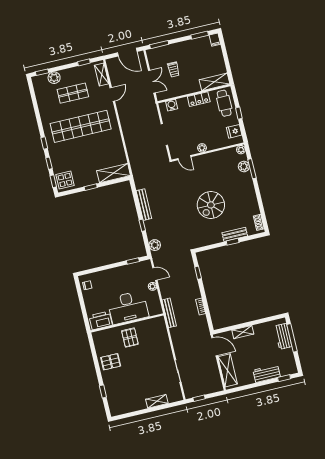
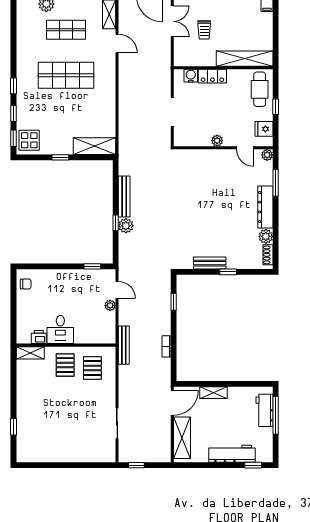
double door: (152, 82) -> (172, 21), moved
shelving: (215, 82) -> (245, 59), width x1.47
door: (112, 94) -> (117, 43), hinge flipped
locker: (199, 99) -> (212, 76), moved
shop shelf: (81, 126) -> (66, 75), width x0.71
door: (184, 158) -> (245, 148), moved
plant: (244, 167) -> (266, 236), moved
dresser: (249, 188) -> (265, 207), added
spiral stairs: (211, 205) -> (211, 218), removed
bench: (235, 234) -> (210, 263), moved
plant: (155, 245) -> (126, 226), moved
desk: (128, 307) -> (60, 330), width x0.53, depth x0.77
printer: (101, 320) -> (39, 337), width x0.53, depth x0.68
door: (214, 347) -> (172, 403), hinge flipped
pallet: (111, 362) -> (92, 368), moved, turned 90
workbench: (267, 373) -> (232, 454), width x1.38
shelving: (157, 401) -> (30, 353), moved

